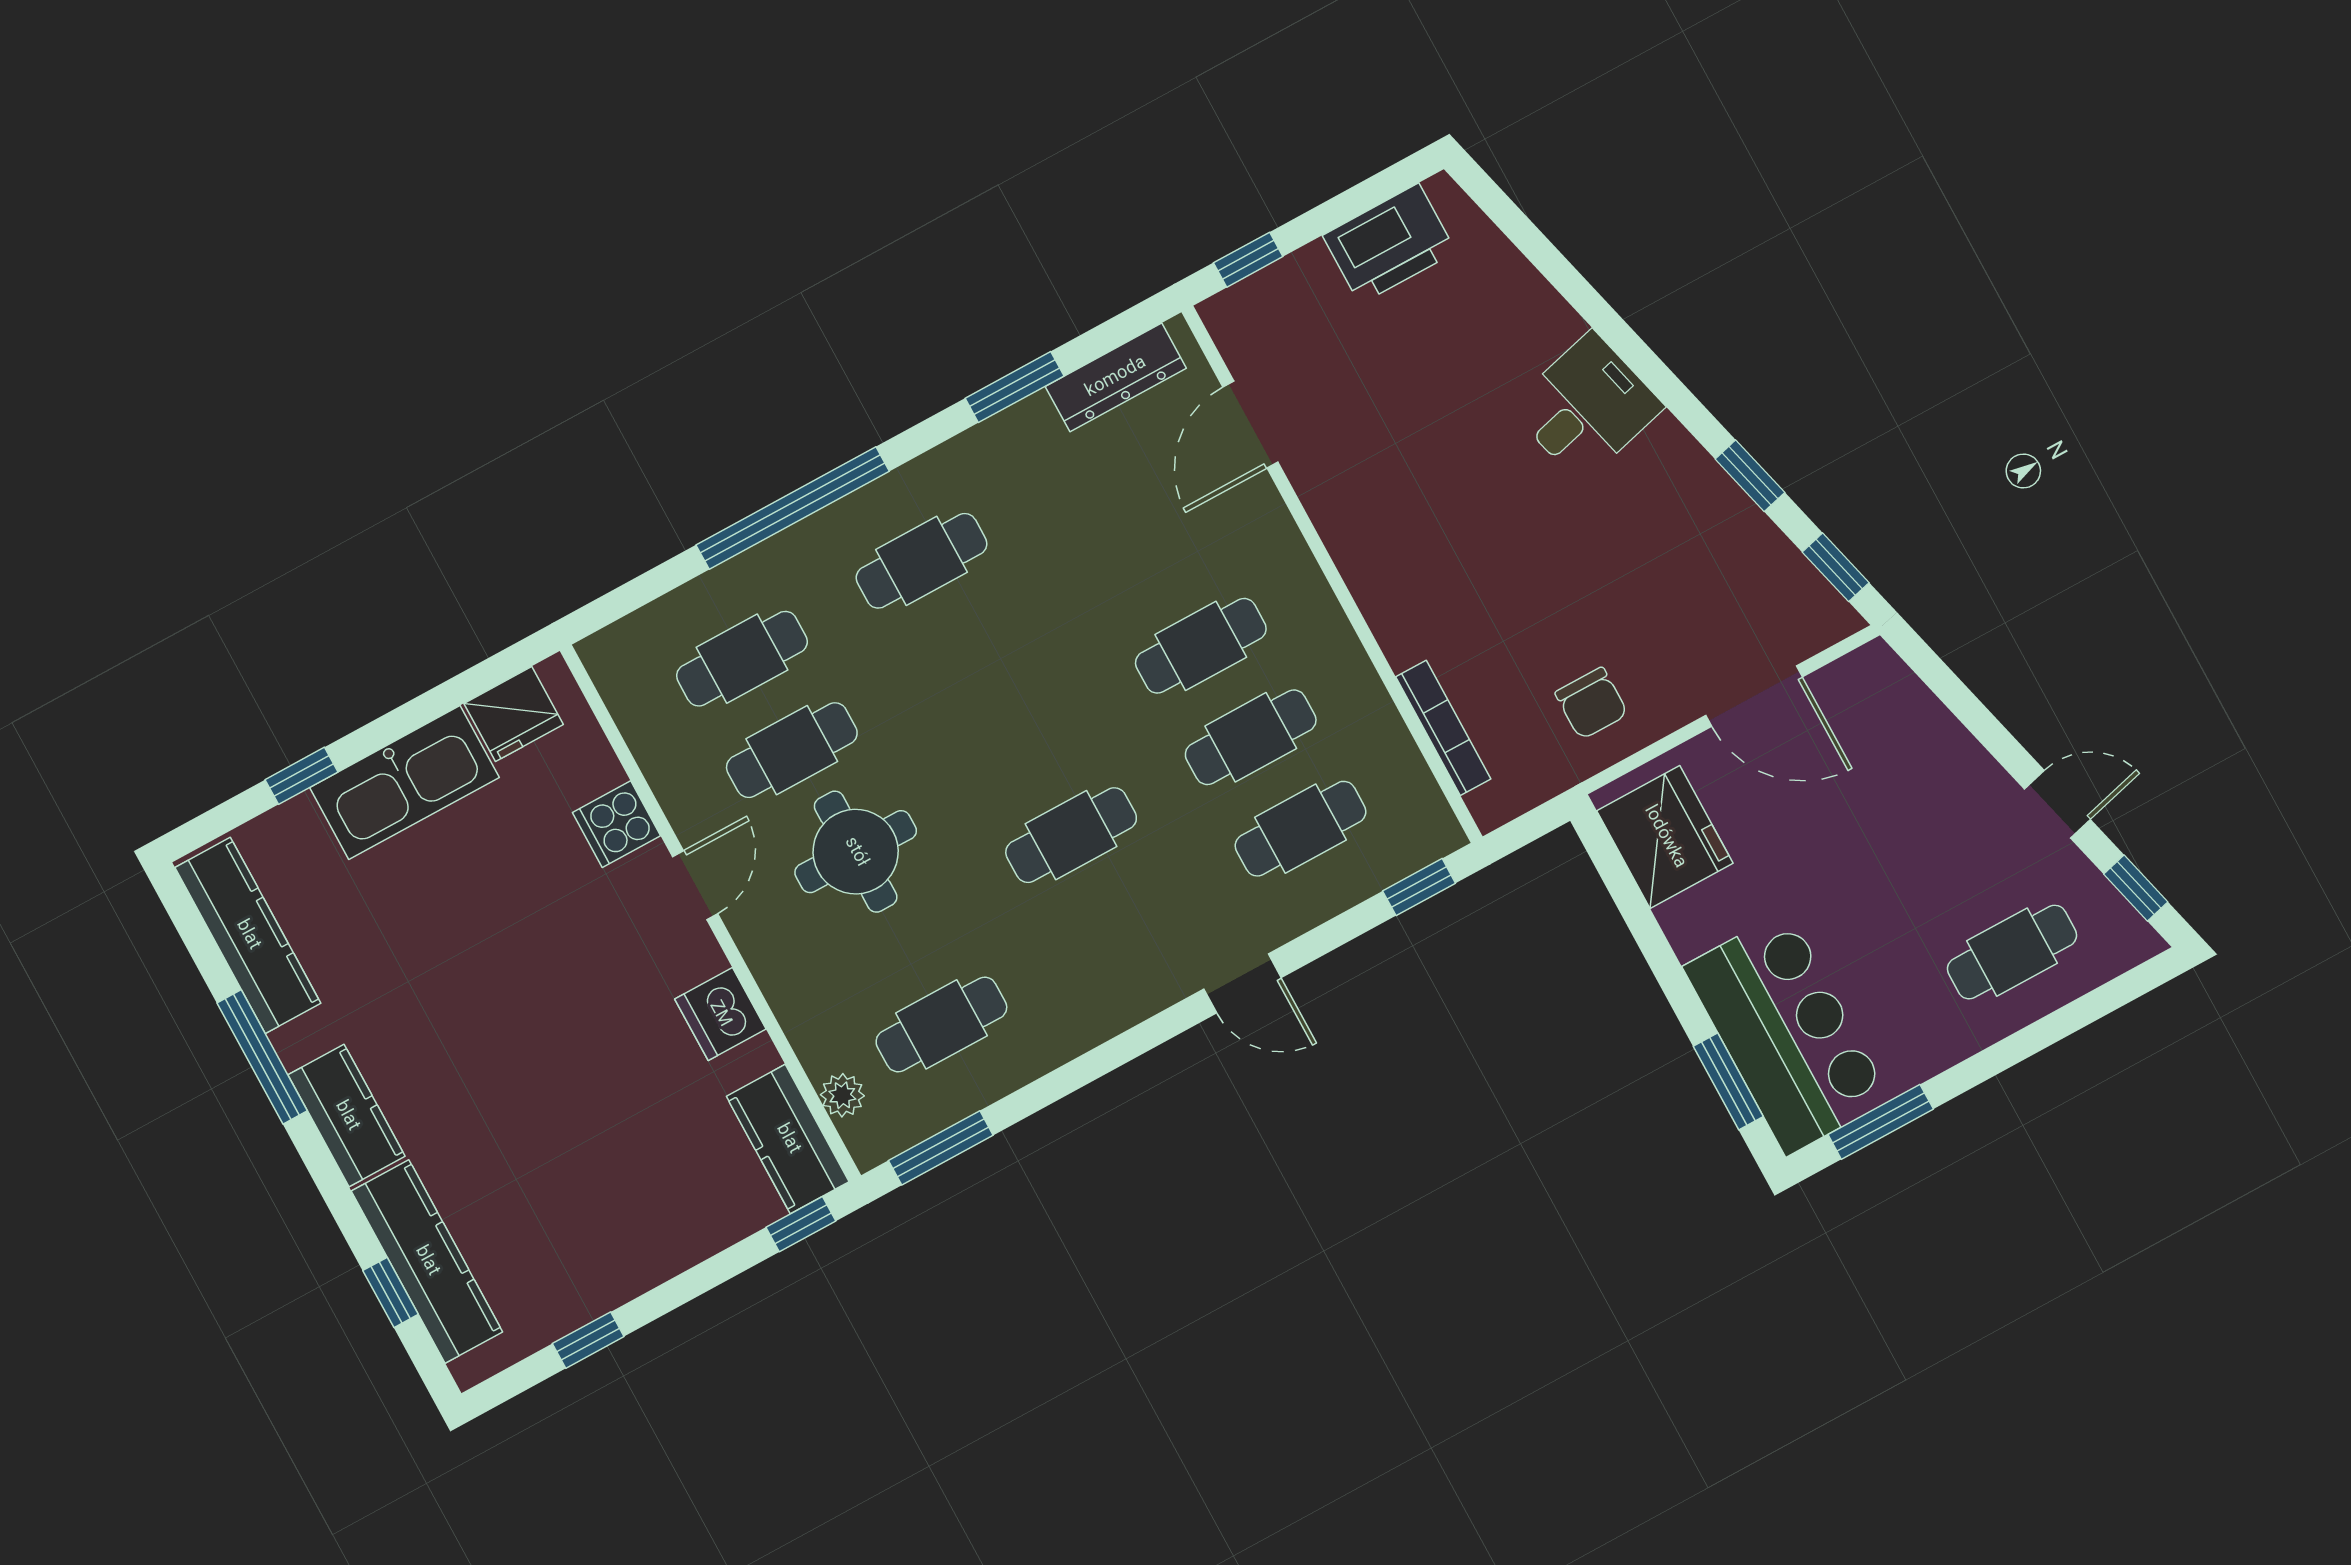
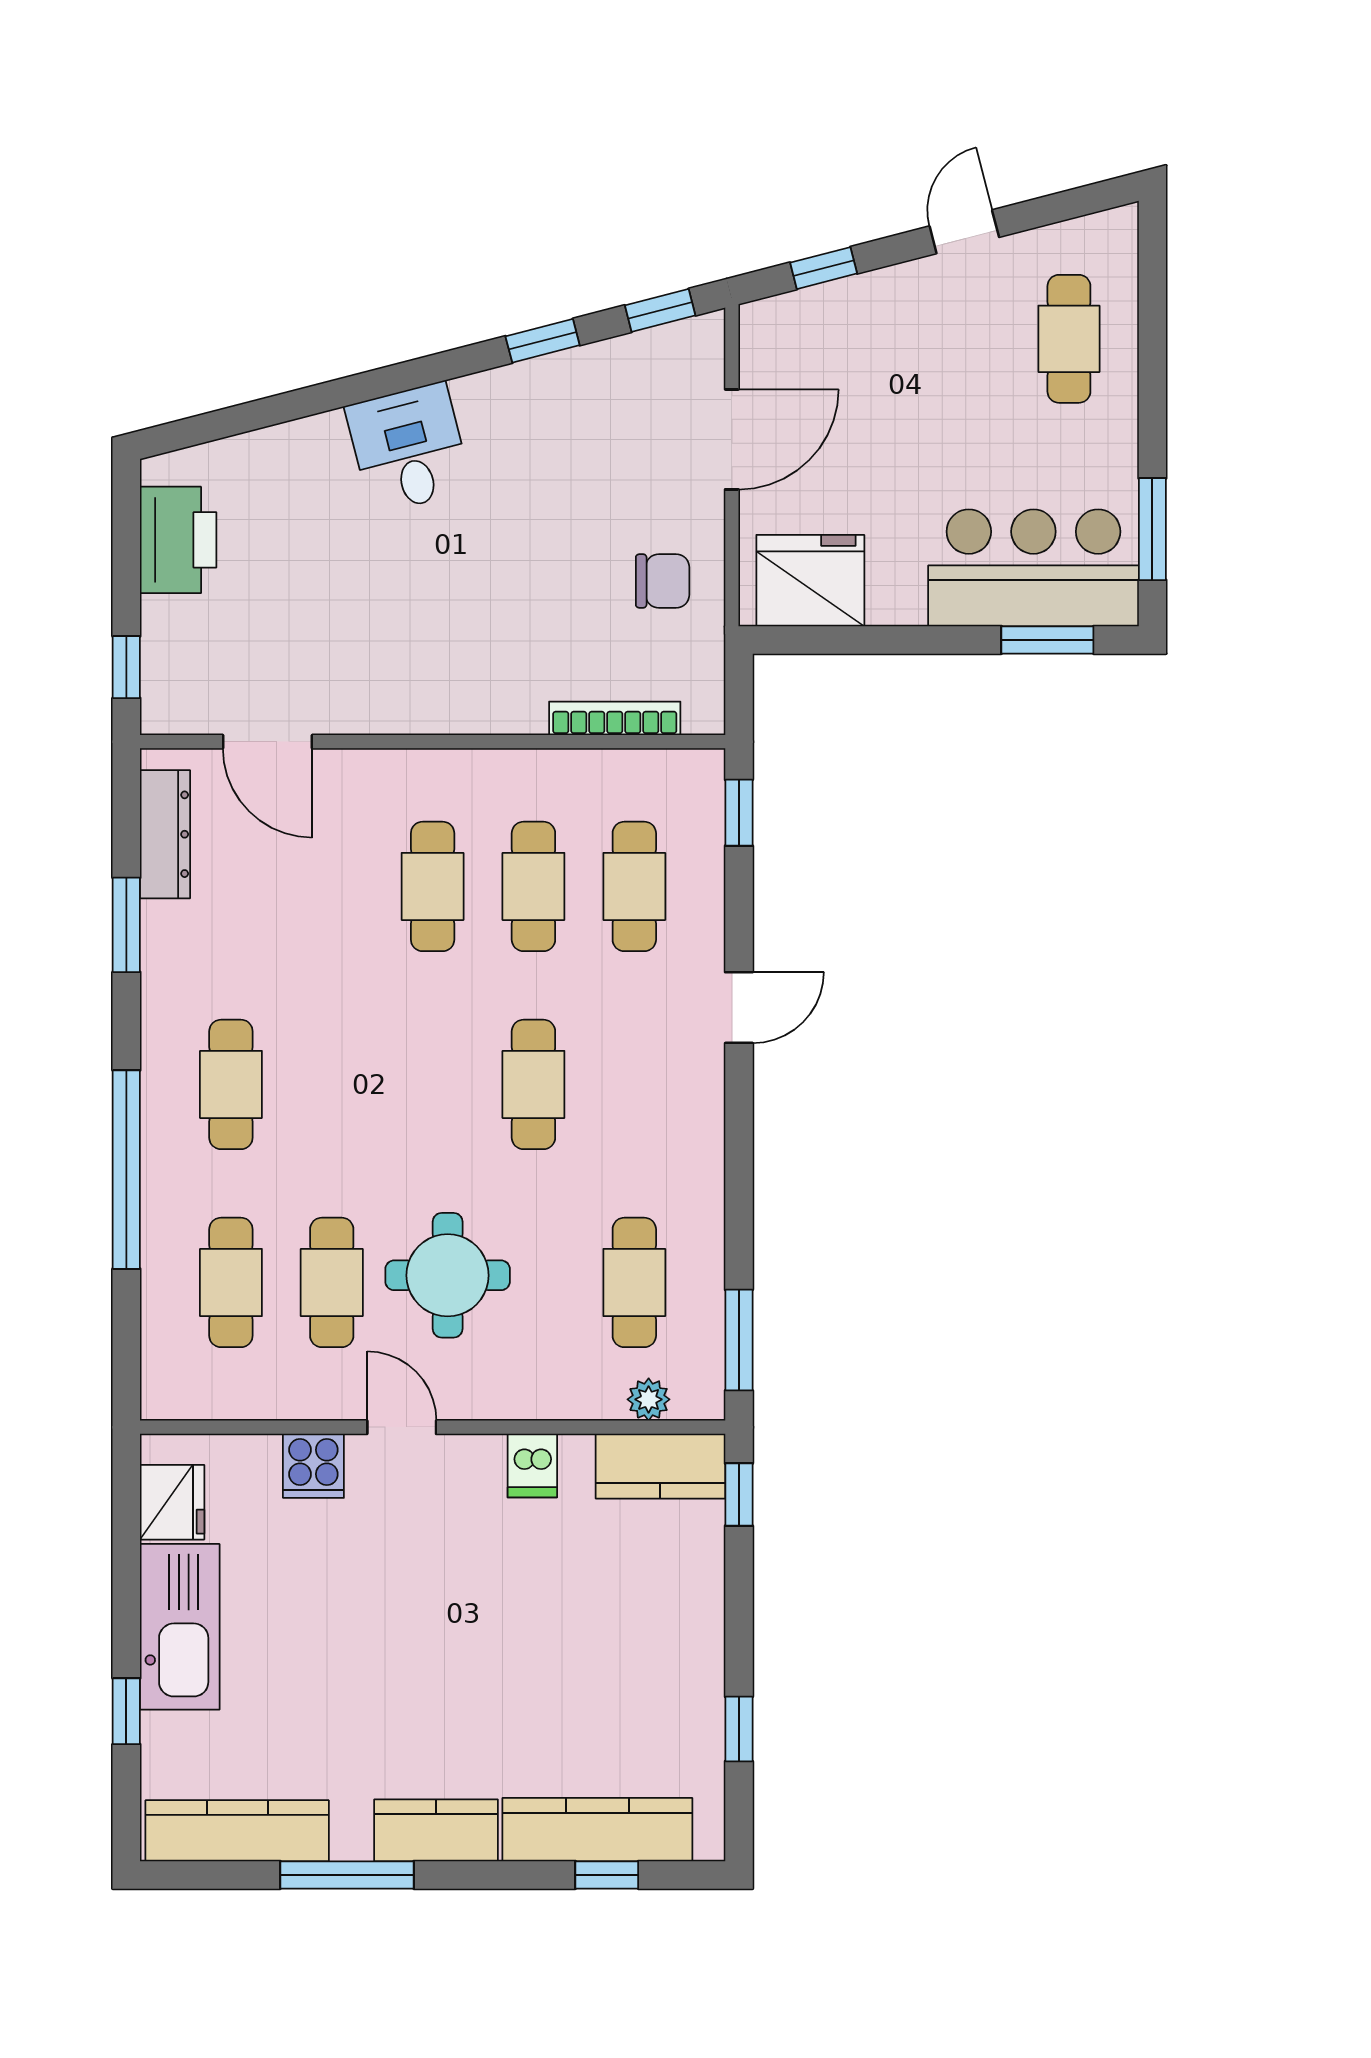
window: (2136, 888) -> (824, 268), moved
dishwasher: (720, 1014) -> (532, 1466), width x0.73

